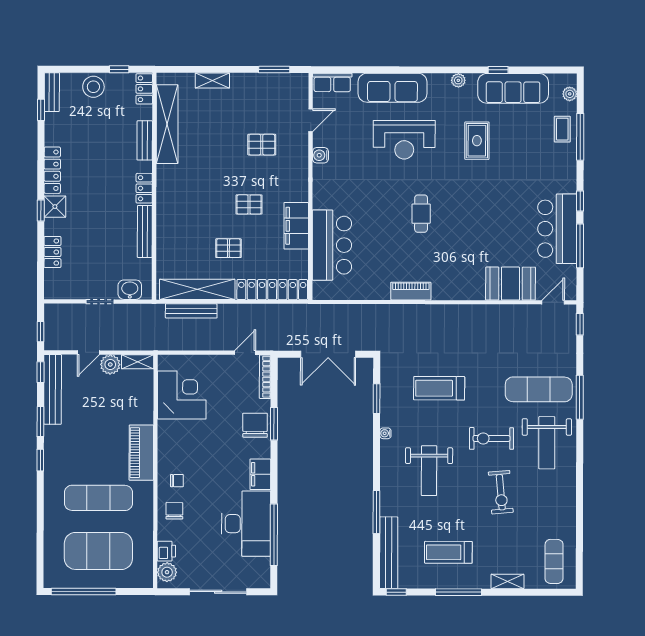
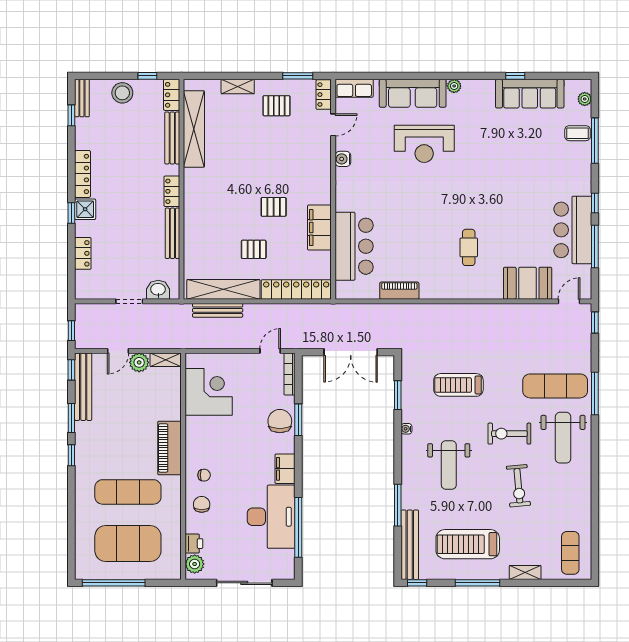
plant: (458, 80) -> (454, 86), moved
locker: (301, 89) -> (324, 95), added
coffee table: (562, 129) -> (578, 133), turned 90
bench: (145, 140) -> (172, 138), width x1.36
rug: (477, 141) -> (495, 145), removed
pallet: (262, 145) -> (276, 106), moved
cafe table: (421, 214) -> (469, 247), moved
piano: (411, 291) -> (399, 291), moved
treadmill: (448, 552) -> (468, 544), width x1.37, depth x1.38

